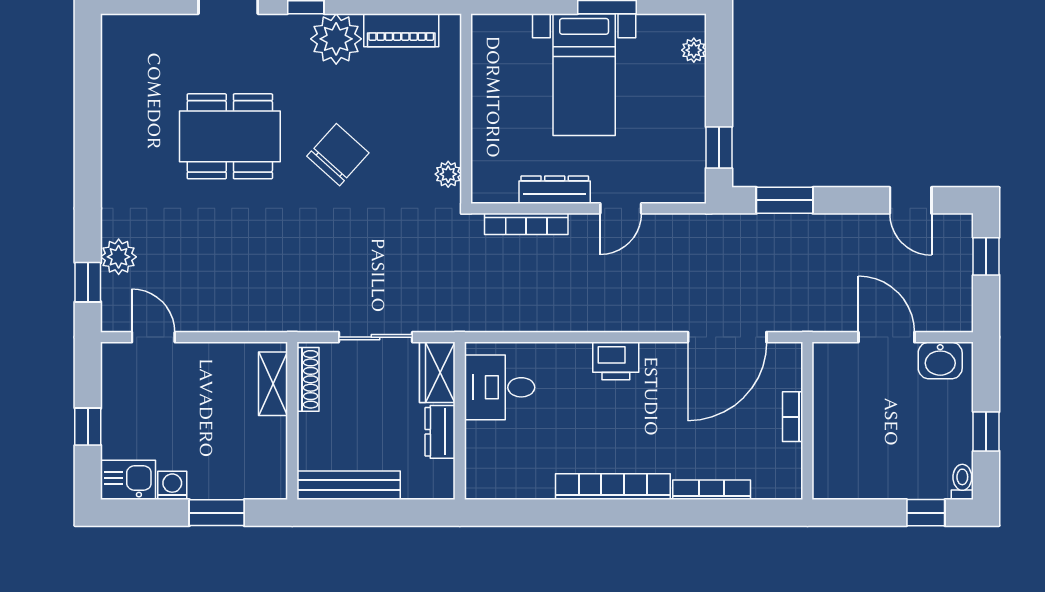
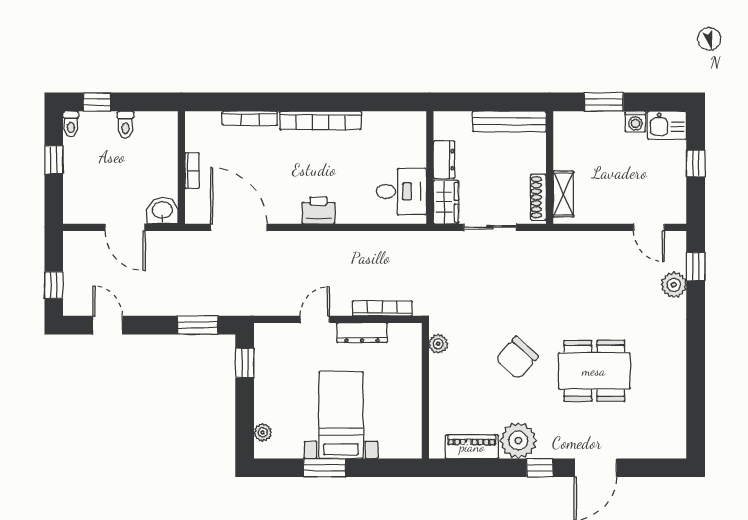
door: (727, 337) -> (239, 227), hinge flipped
washbasin: (940, 360) -> (162, 211), moved
toilet: (886, 481) -> (126, 125), added

